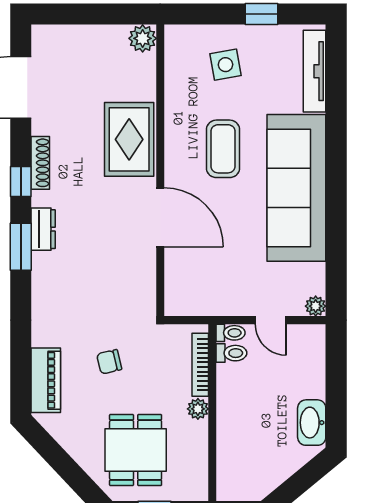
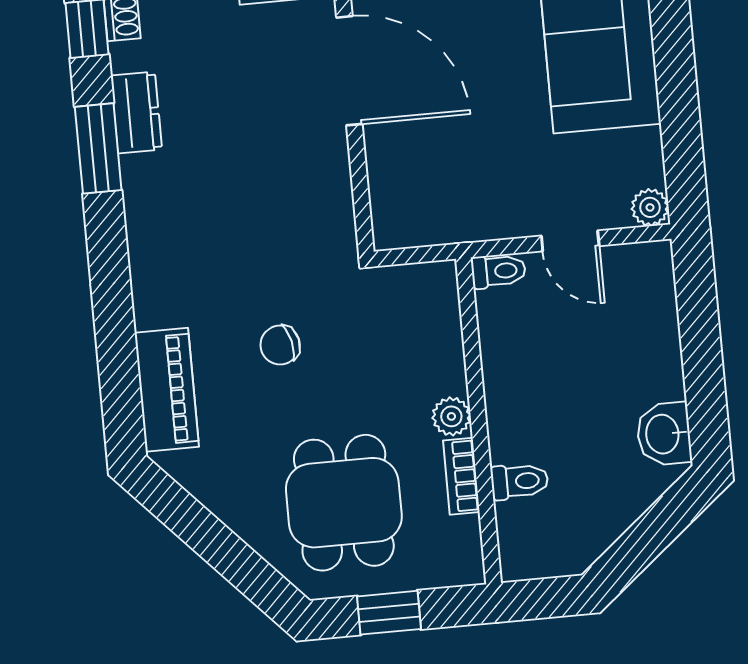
toilet: (231, 353) -> (520, 481), moved
bookcase: (200, 365) -> (461, 476), moved, width x0.64
washbasin: (312, 423) -> (664, 434), width x0.72

